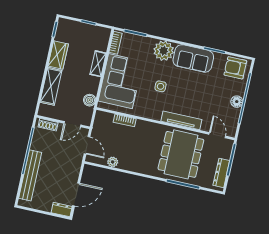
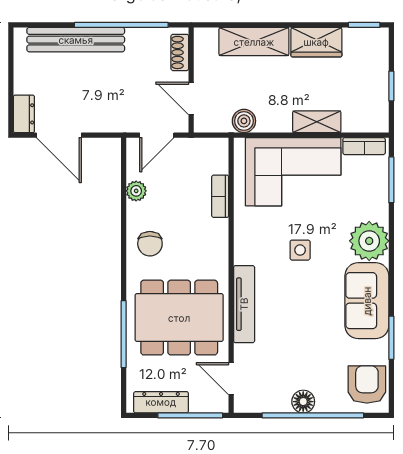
door: (217, 135) -> (231, 379), swing flipped
chair: (141, 161) -> (150, 244), added

